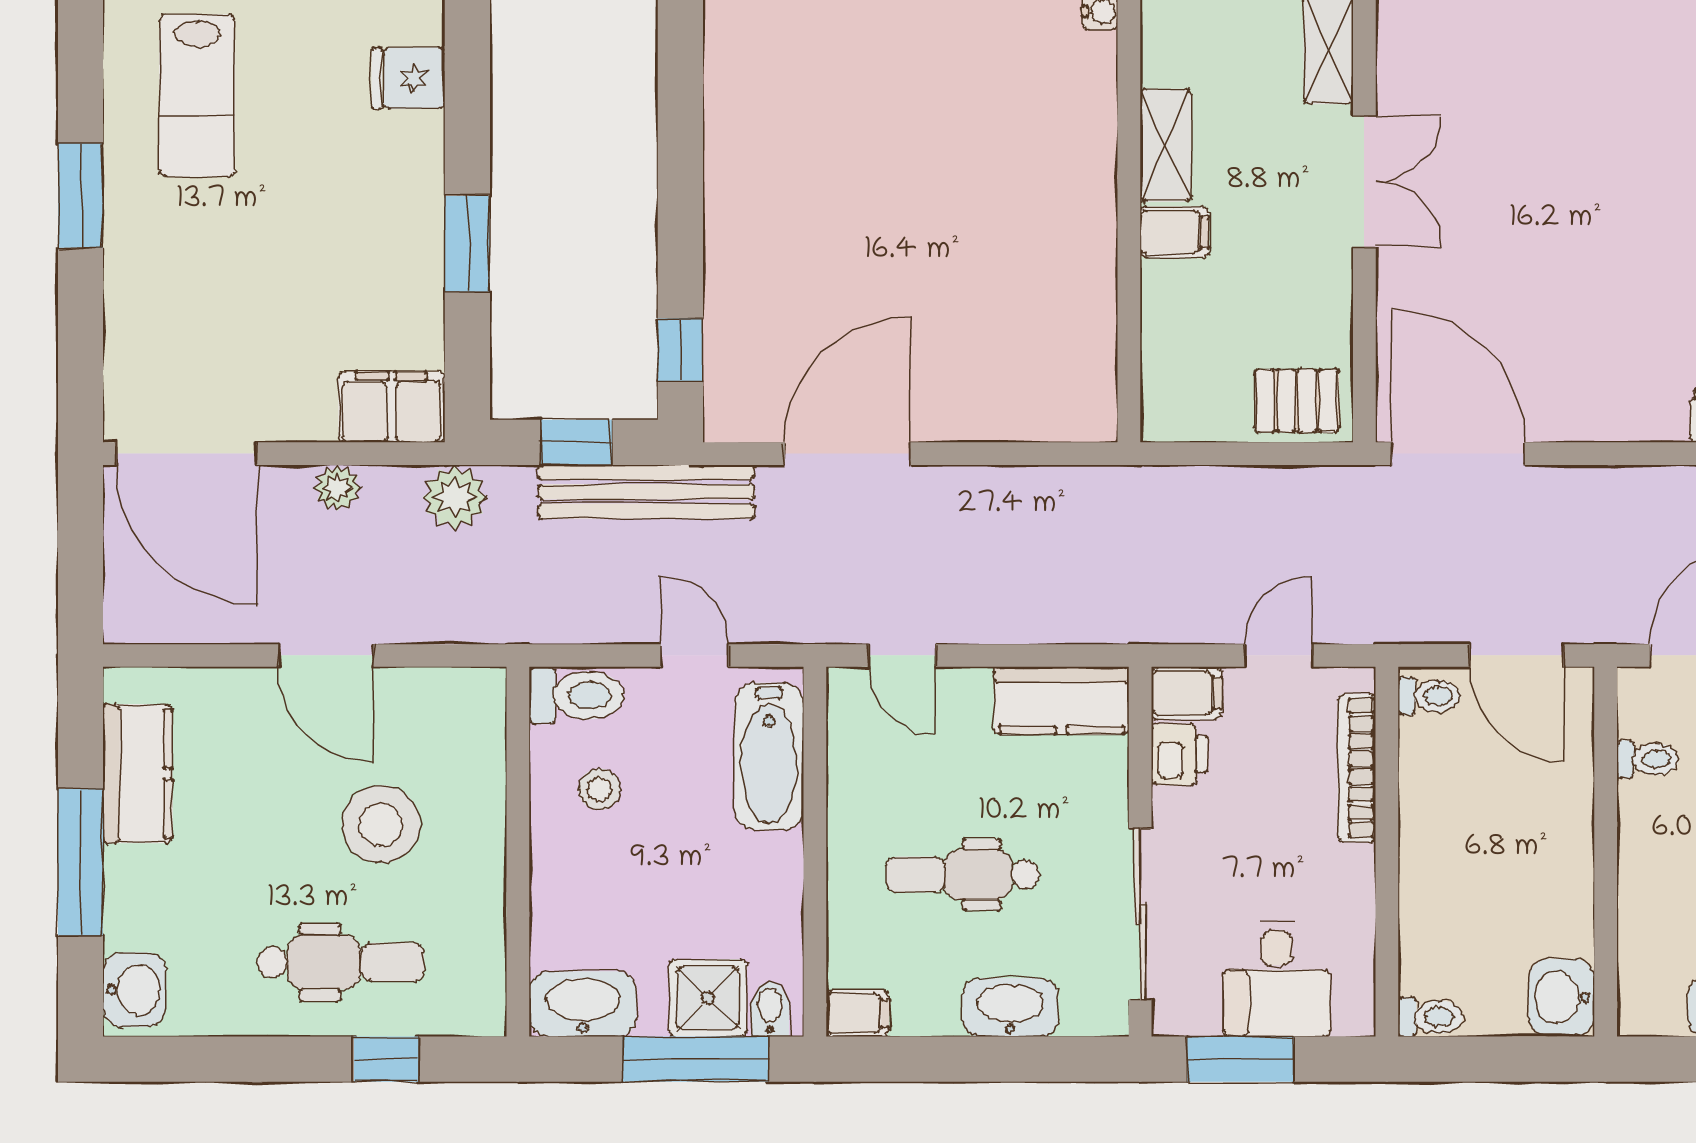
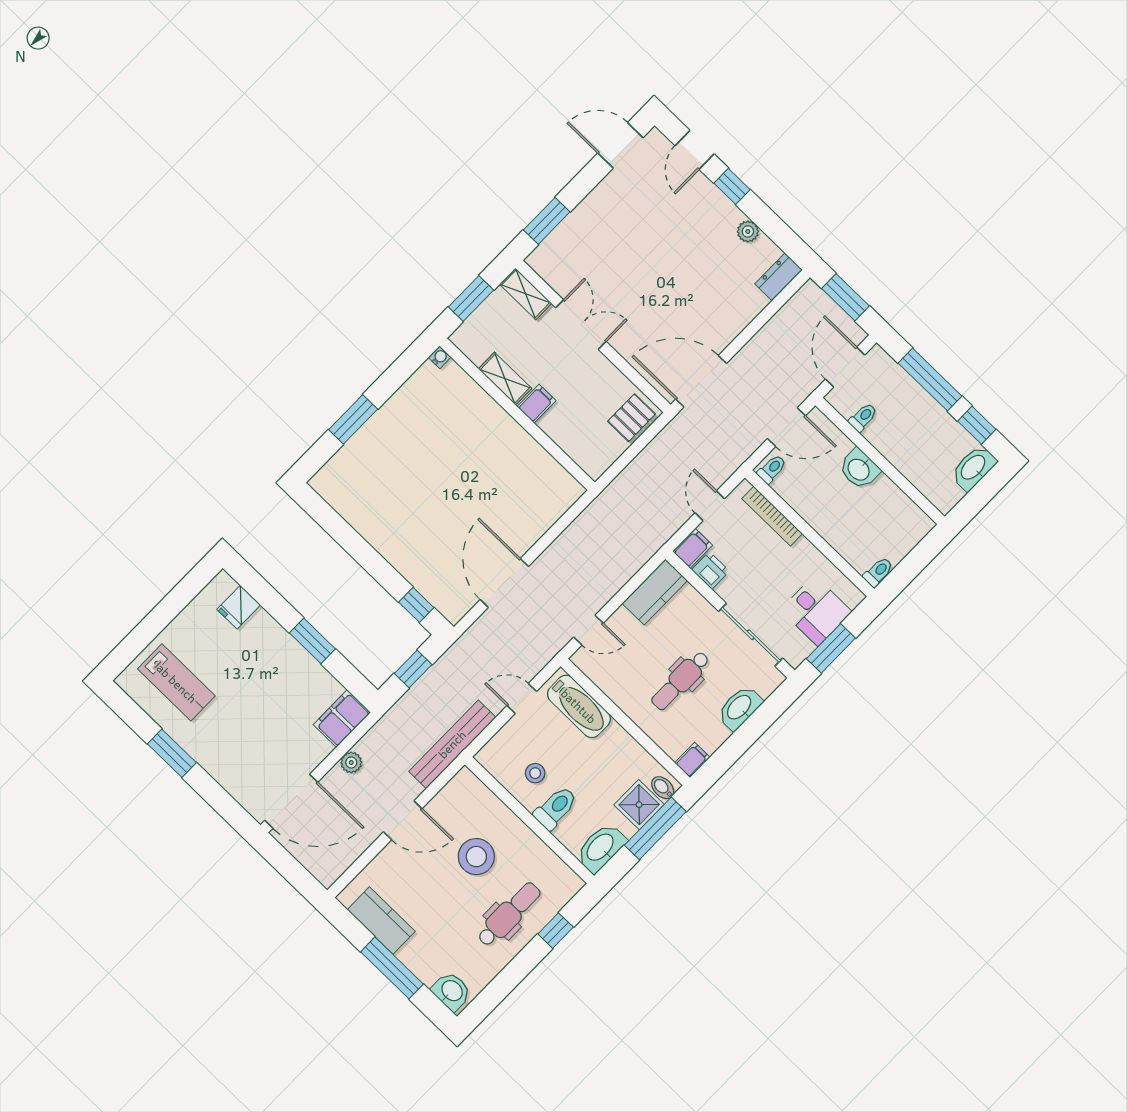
bench: (646, 492) -> (452, 744), moved
plant: (455, 497) -> (392, 727), removed
toilet: (576, 695) -> (556, 808), moved
washbasin: (1562, 998) -> (859, 469), moved

